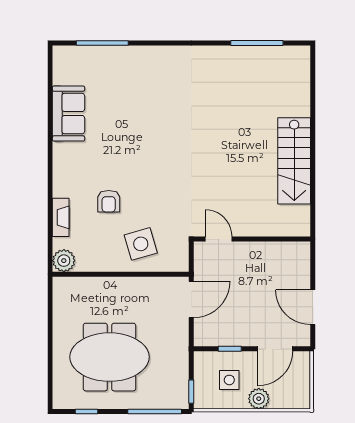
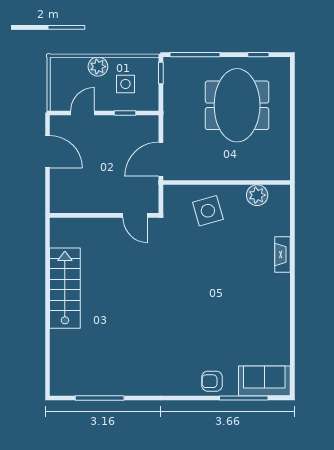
sofa: (69, 114) -> (264, 381), moved, turned 90
armchair: (109, 201) -> (212, 381), moved, turned -90
fireplace: (61, 217) -> (283, 254), moved
plant: (64, 261) -> (257, 195), moved
door: (275, 349) -> (83, 113), width x0.73
meeting table: (109, 357) -> (237, 105), turned 90

